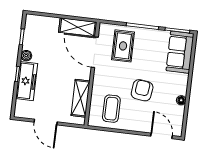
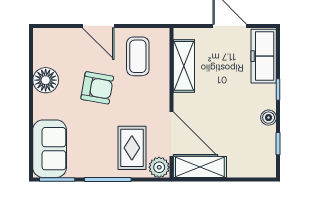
plant: (106, 30) -> (159, 167), added
freezer: (27, 81) -> (264, 56), moved
armchair: (142, 90) -> (97, 88), turned -87
floor lamp: (181, 100) -> (46, 80), width x1.89, depth x1.89
door: (162, 136) -> (98, 26), moved

